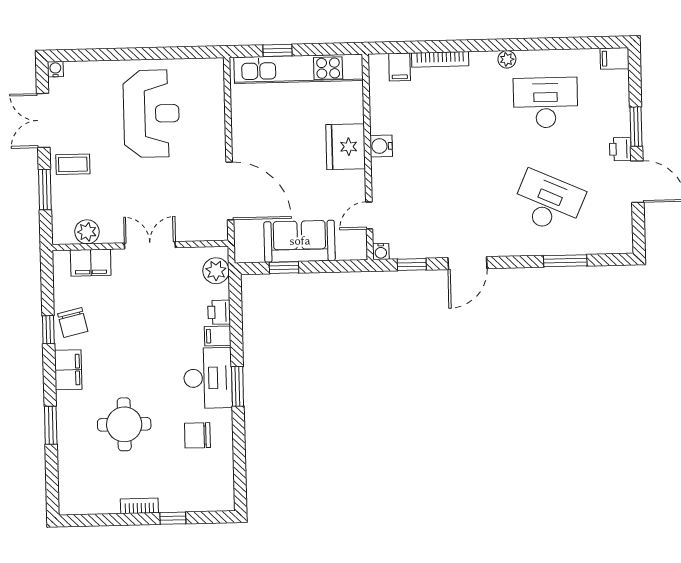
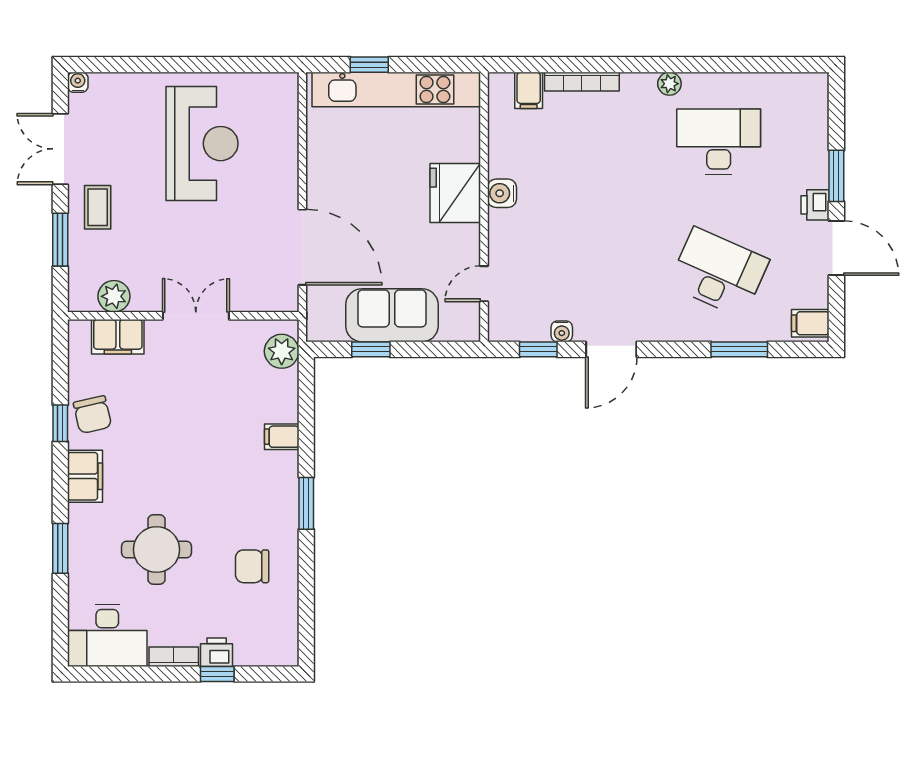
filing cabinet: (614, 58) -> (810, 323), moved
coffee table: (73, 164) -> (98, 207), turned 90
water cooler: (381, 252) -> (562, 331), moved
printer: (219, 312) -> (217, 652), moved, turned 90
desk: (208, 378) -> (107, 635), moved, turned 90

